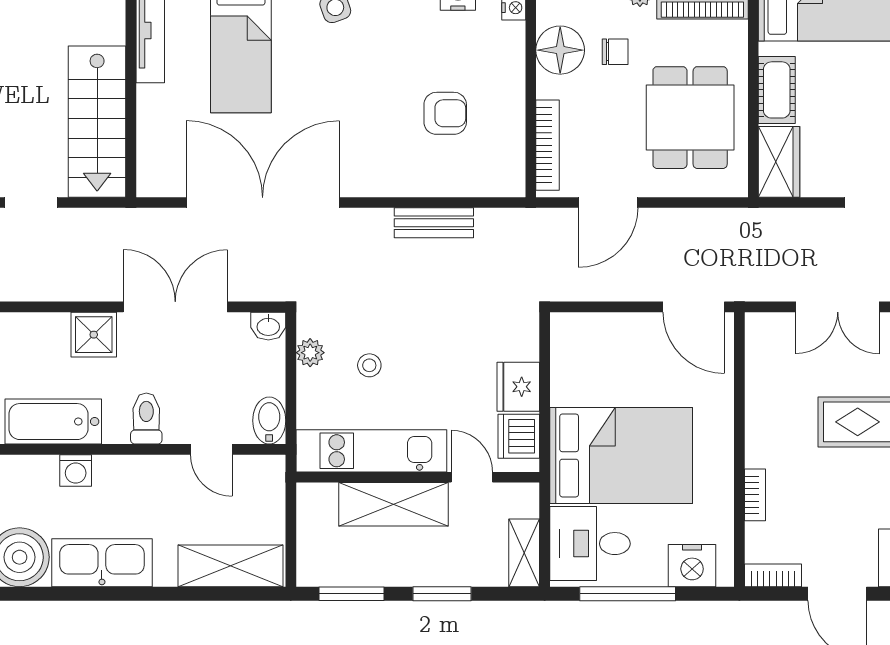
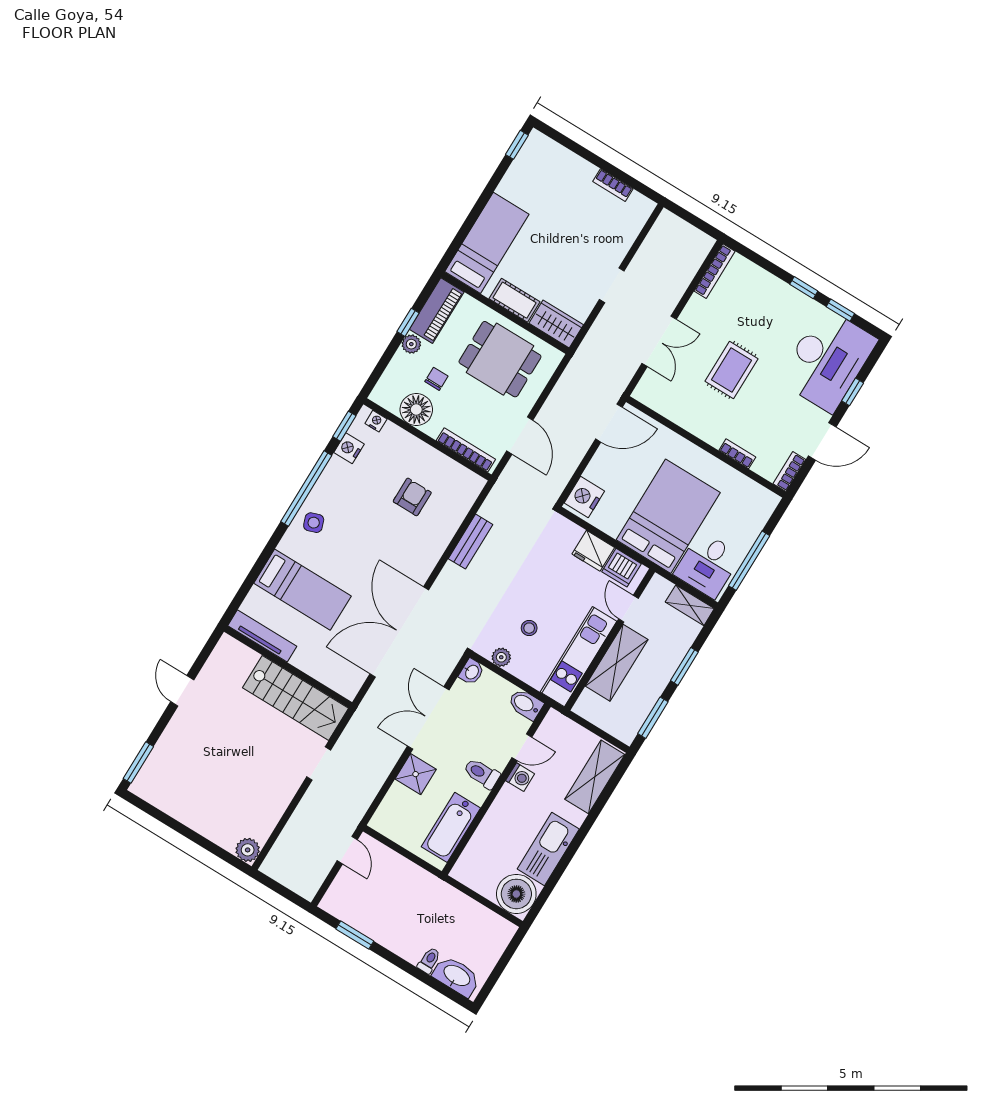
washing machine: (76, 470) -> (520, 777), moved
door: (472, 477) -> (629, 609), hinge flipped
nightstand: (692, 566) -> (584, 497), moved, turned 180

